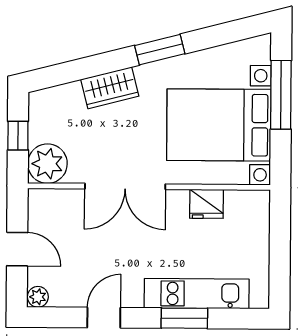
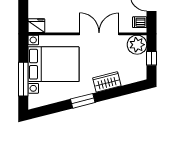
fridge: (206, 204) -> (36, 26), moved
dishwasher: (42, 210) -> (140, 22), added

